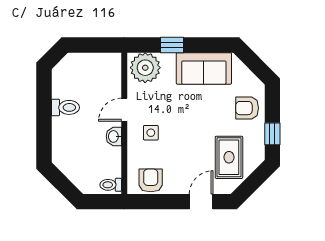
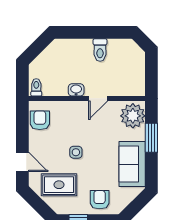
window: (172, 45) -> (151, 138), width x1.50
door: (124, 110) -> (98, 98), swing flipped
side table: (151, 133) -> (76, 152), moved
armchair: (151, 180) -> (40, 120), turned -90

